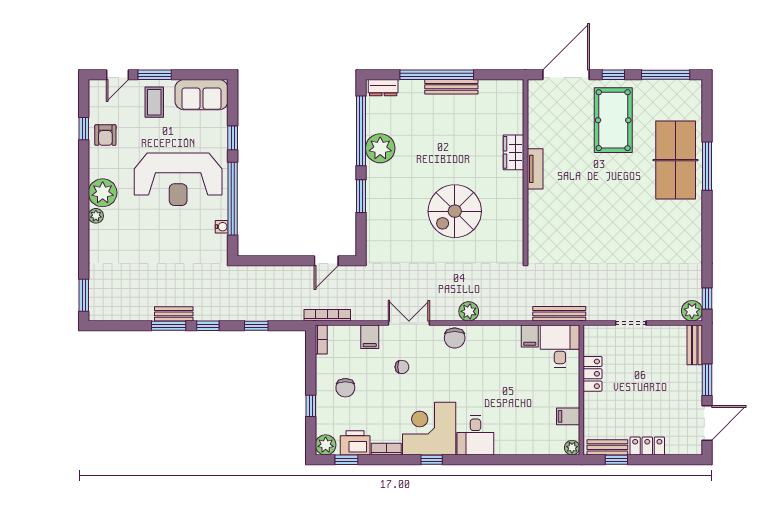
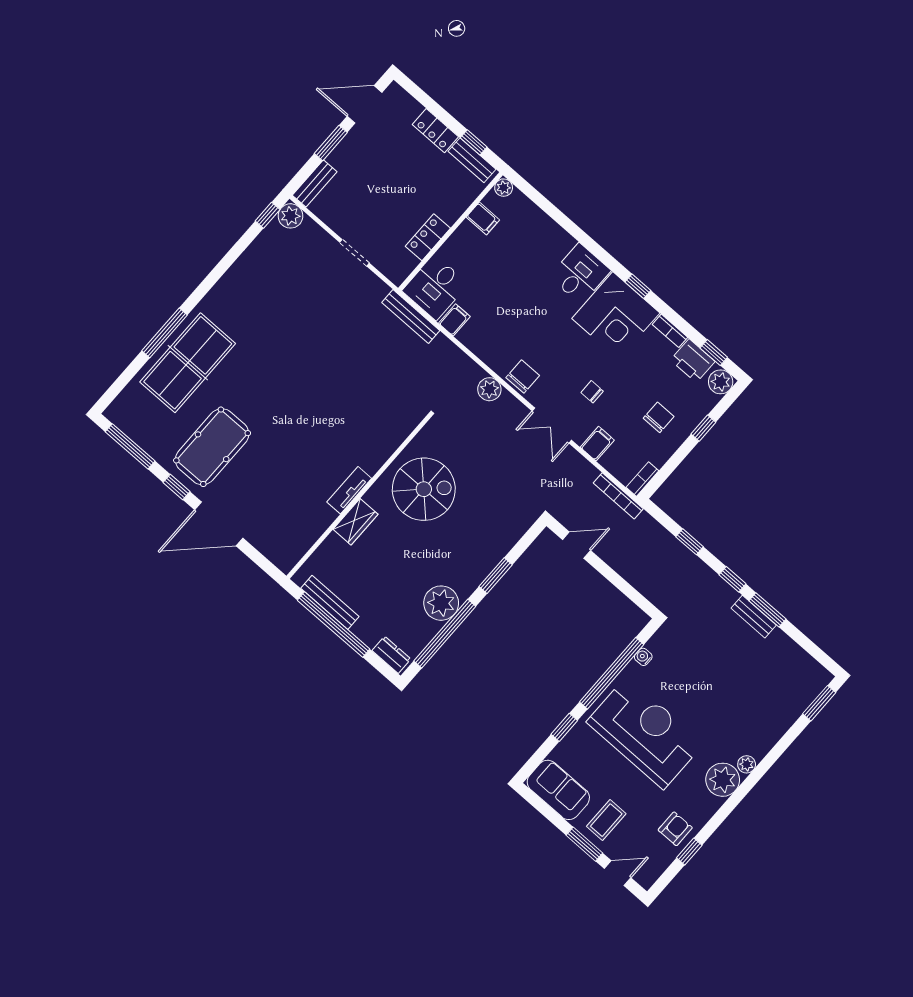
wardrobe: (514, 152) -> (356, 522), moved
tv unit: (535, 169) -> (349, 490), moved
wall: (526, 171) -> (359, 496), moved

